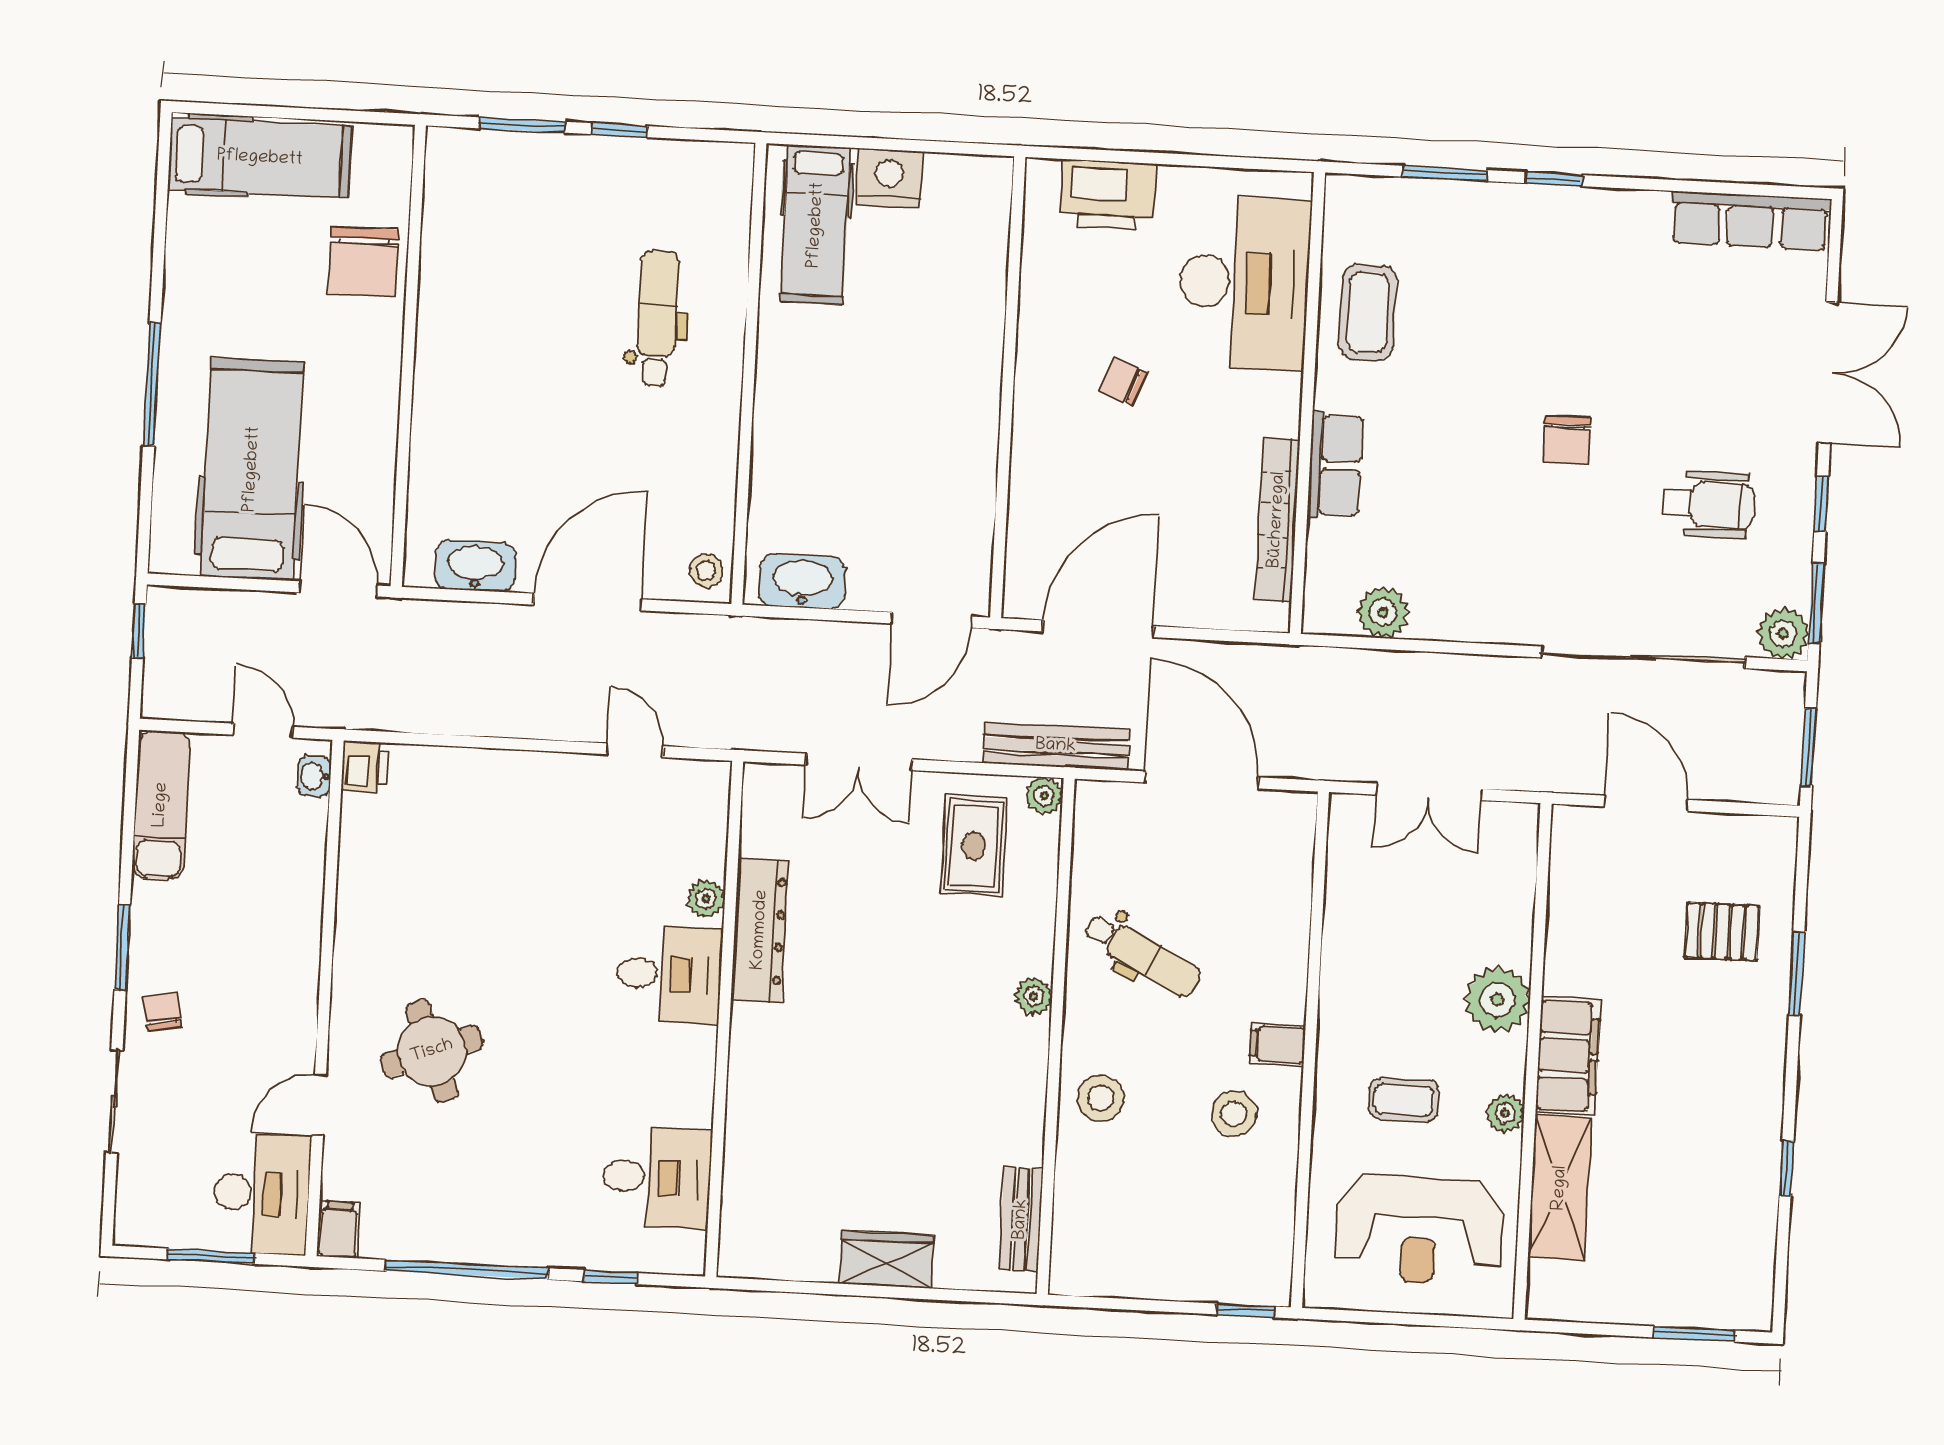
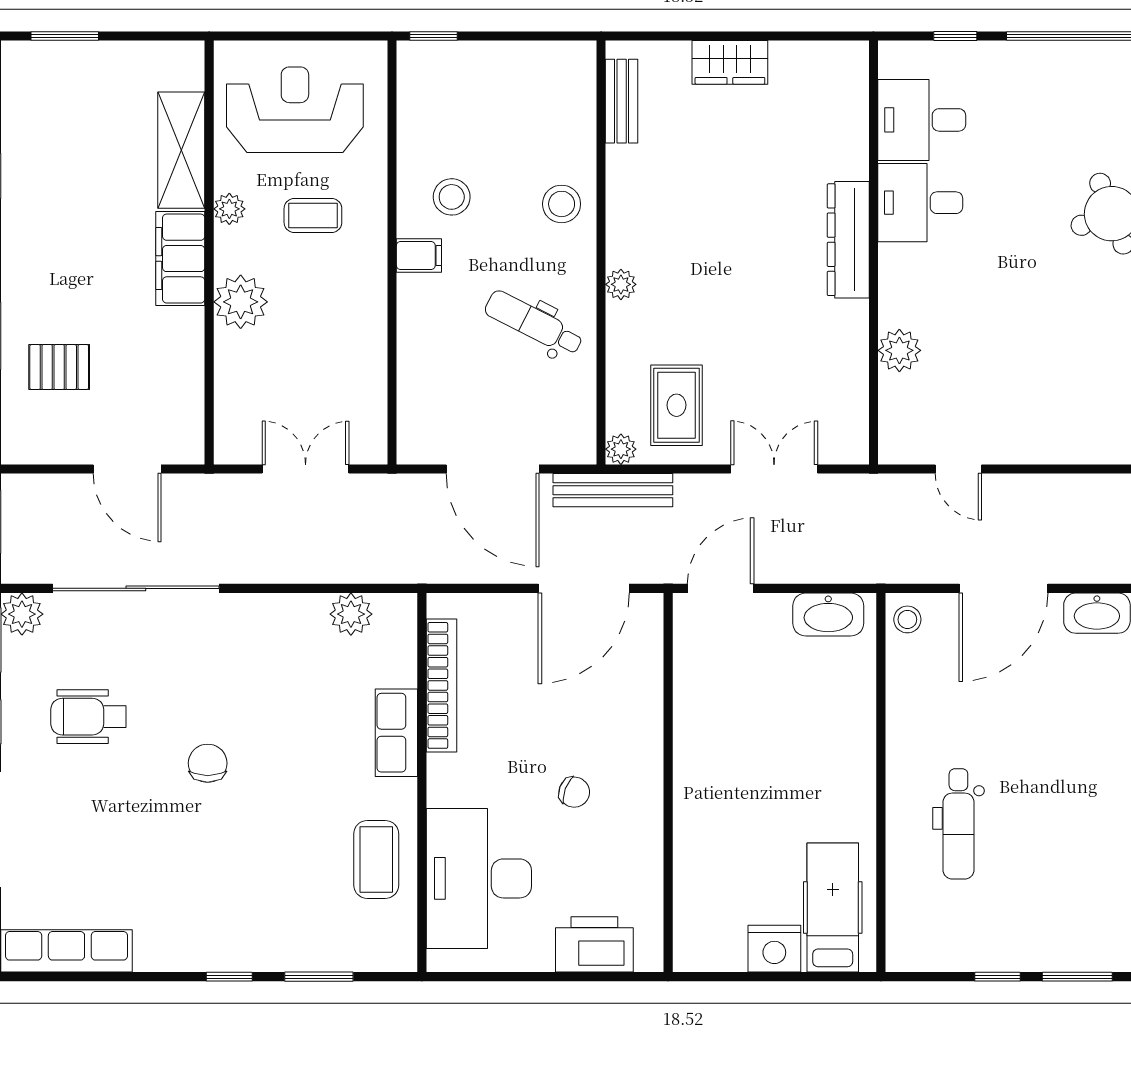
plant: (706, 899) -> (899, 350), width x1.38, depth x1.38
dresser: (760, 930) -> (848, 240), moved
desk: (669, 974) -> (920, 203), moved

